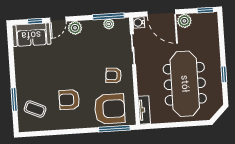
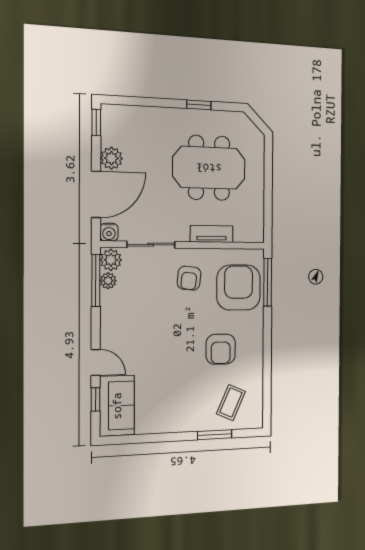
plant: (75, 28) -> (111, 260), moved
meeting table: (185, 84) -> (209, 168), width x0.73
tv unit: (144, 110) -> (212, 234), moved

